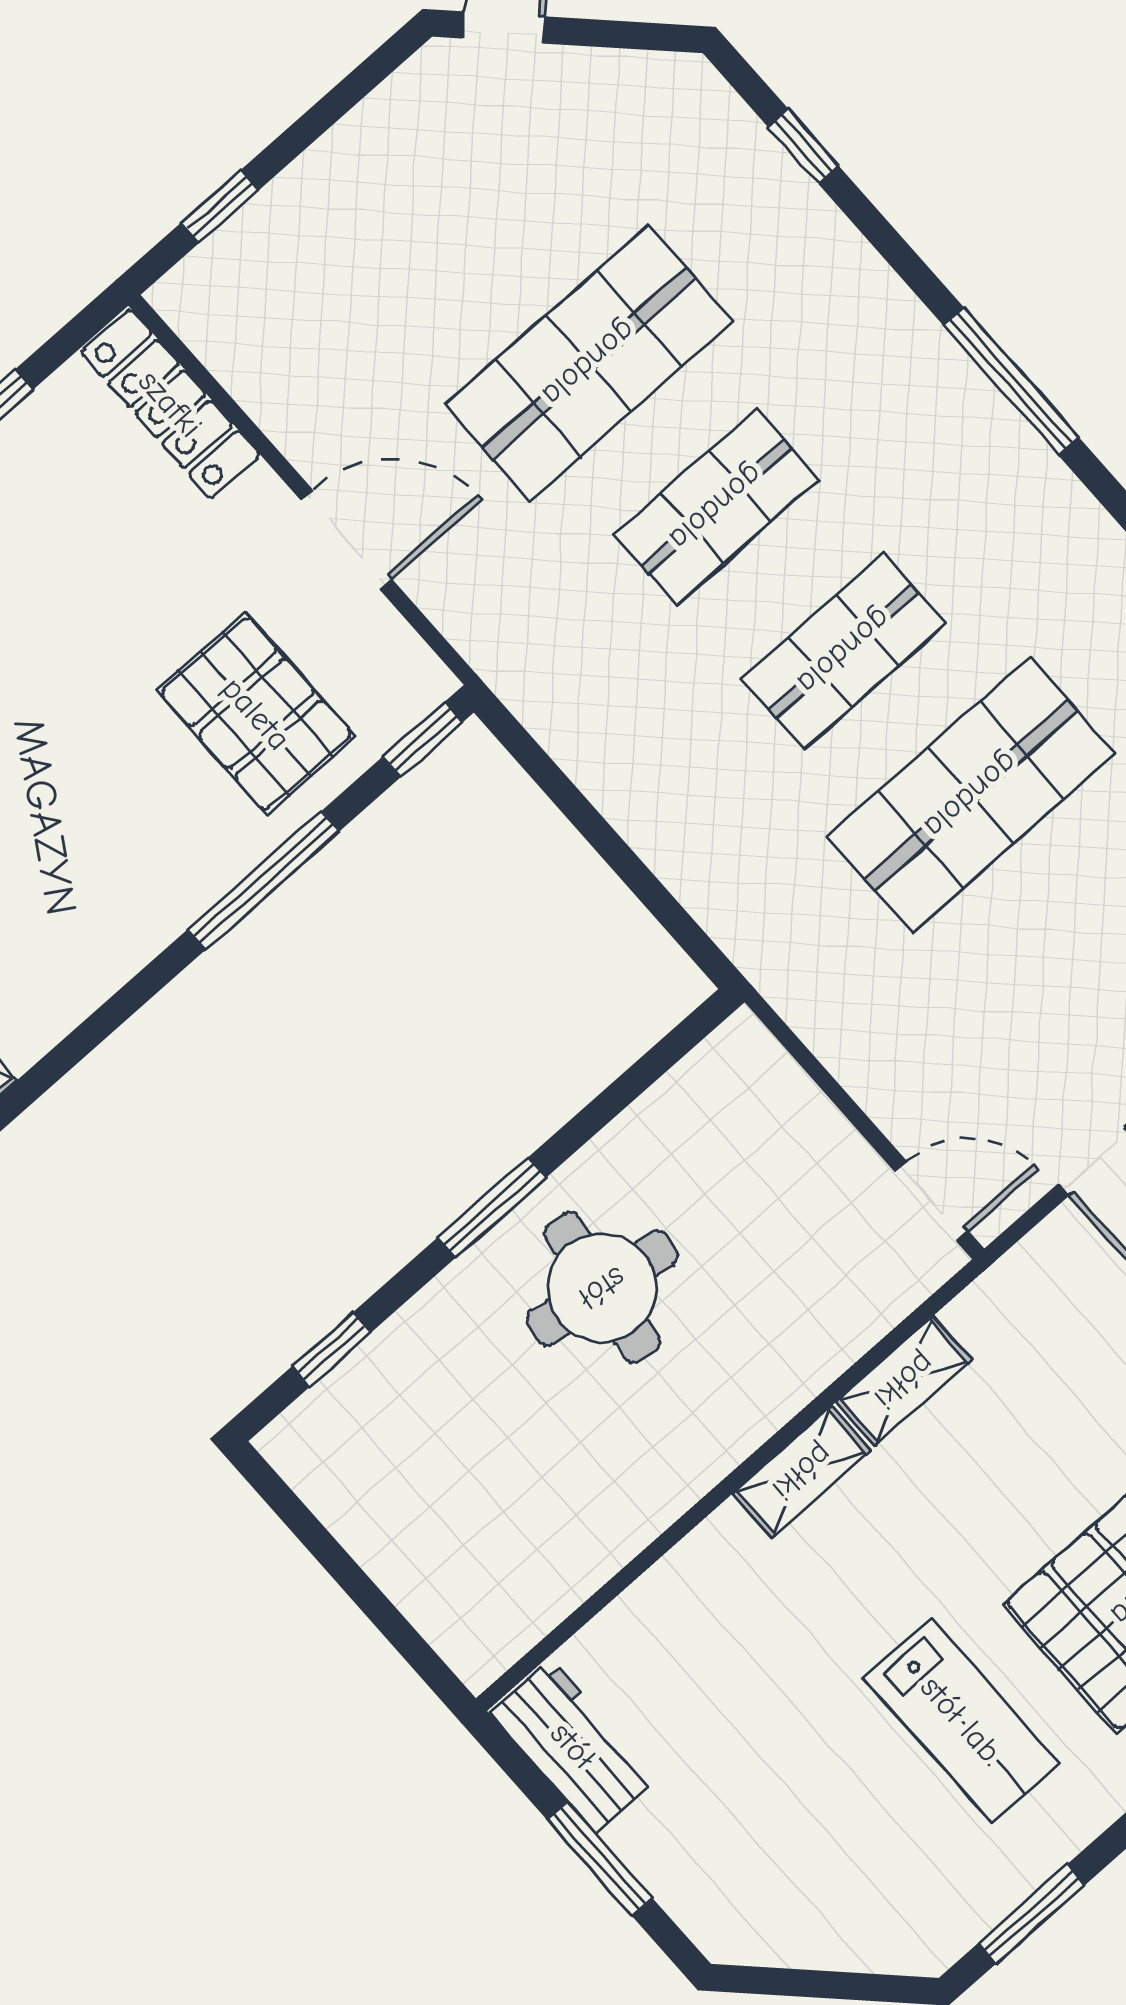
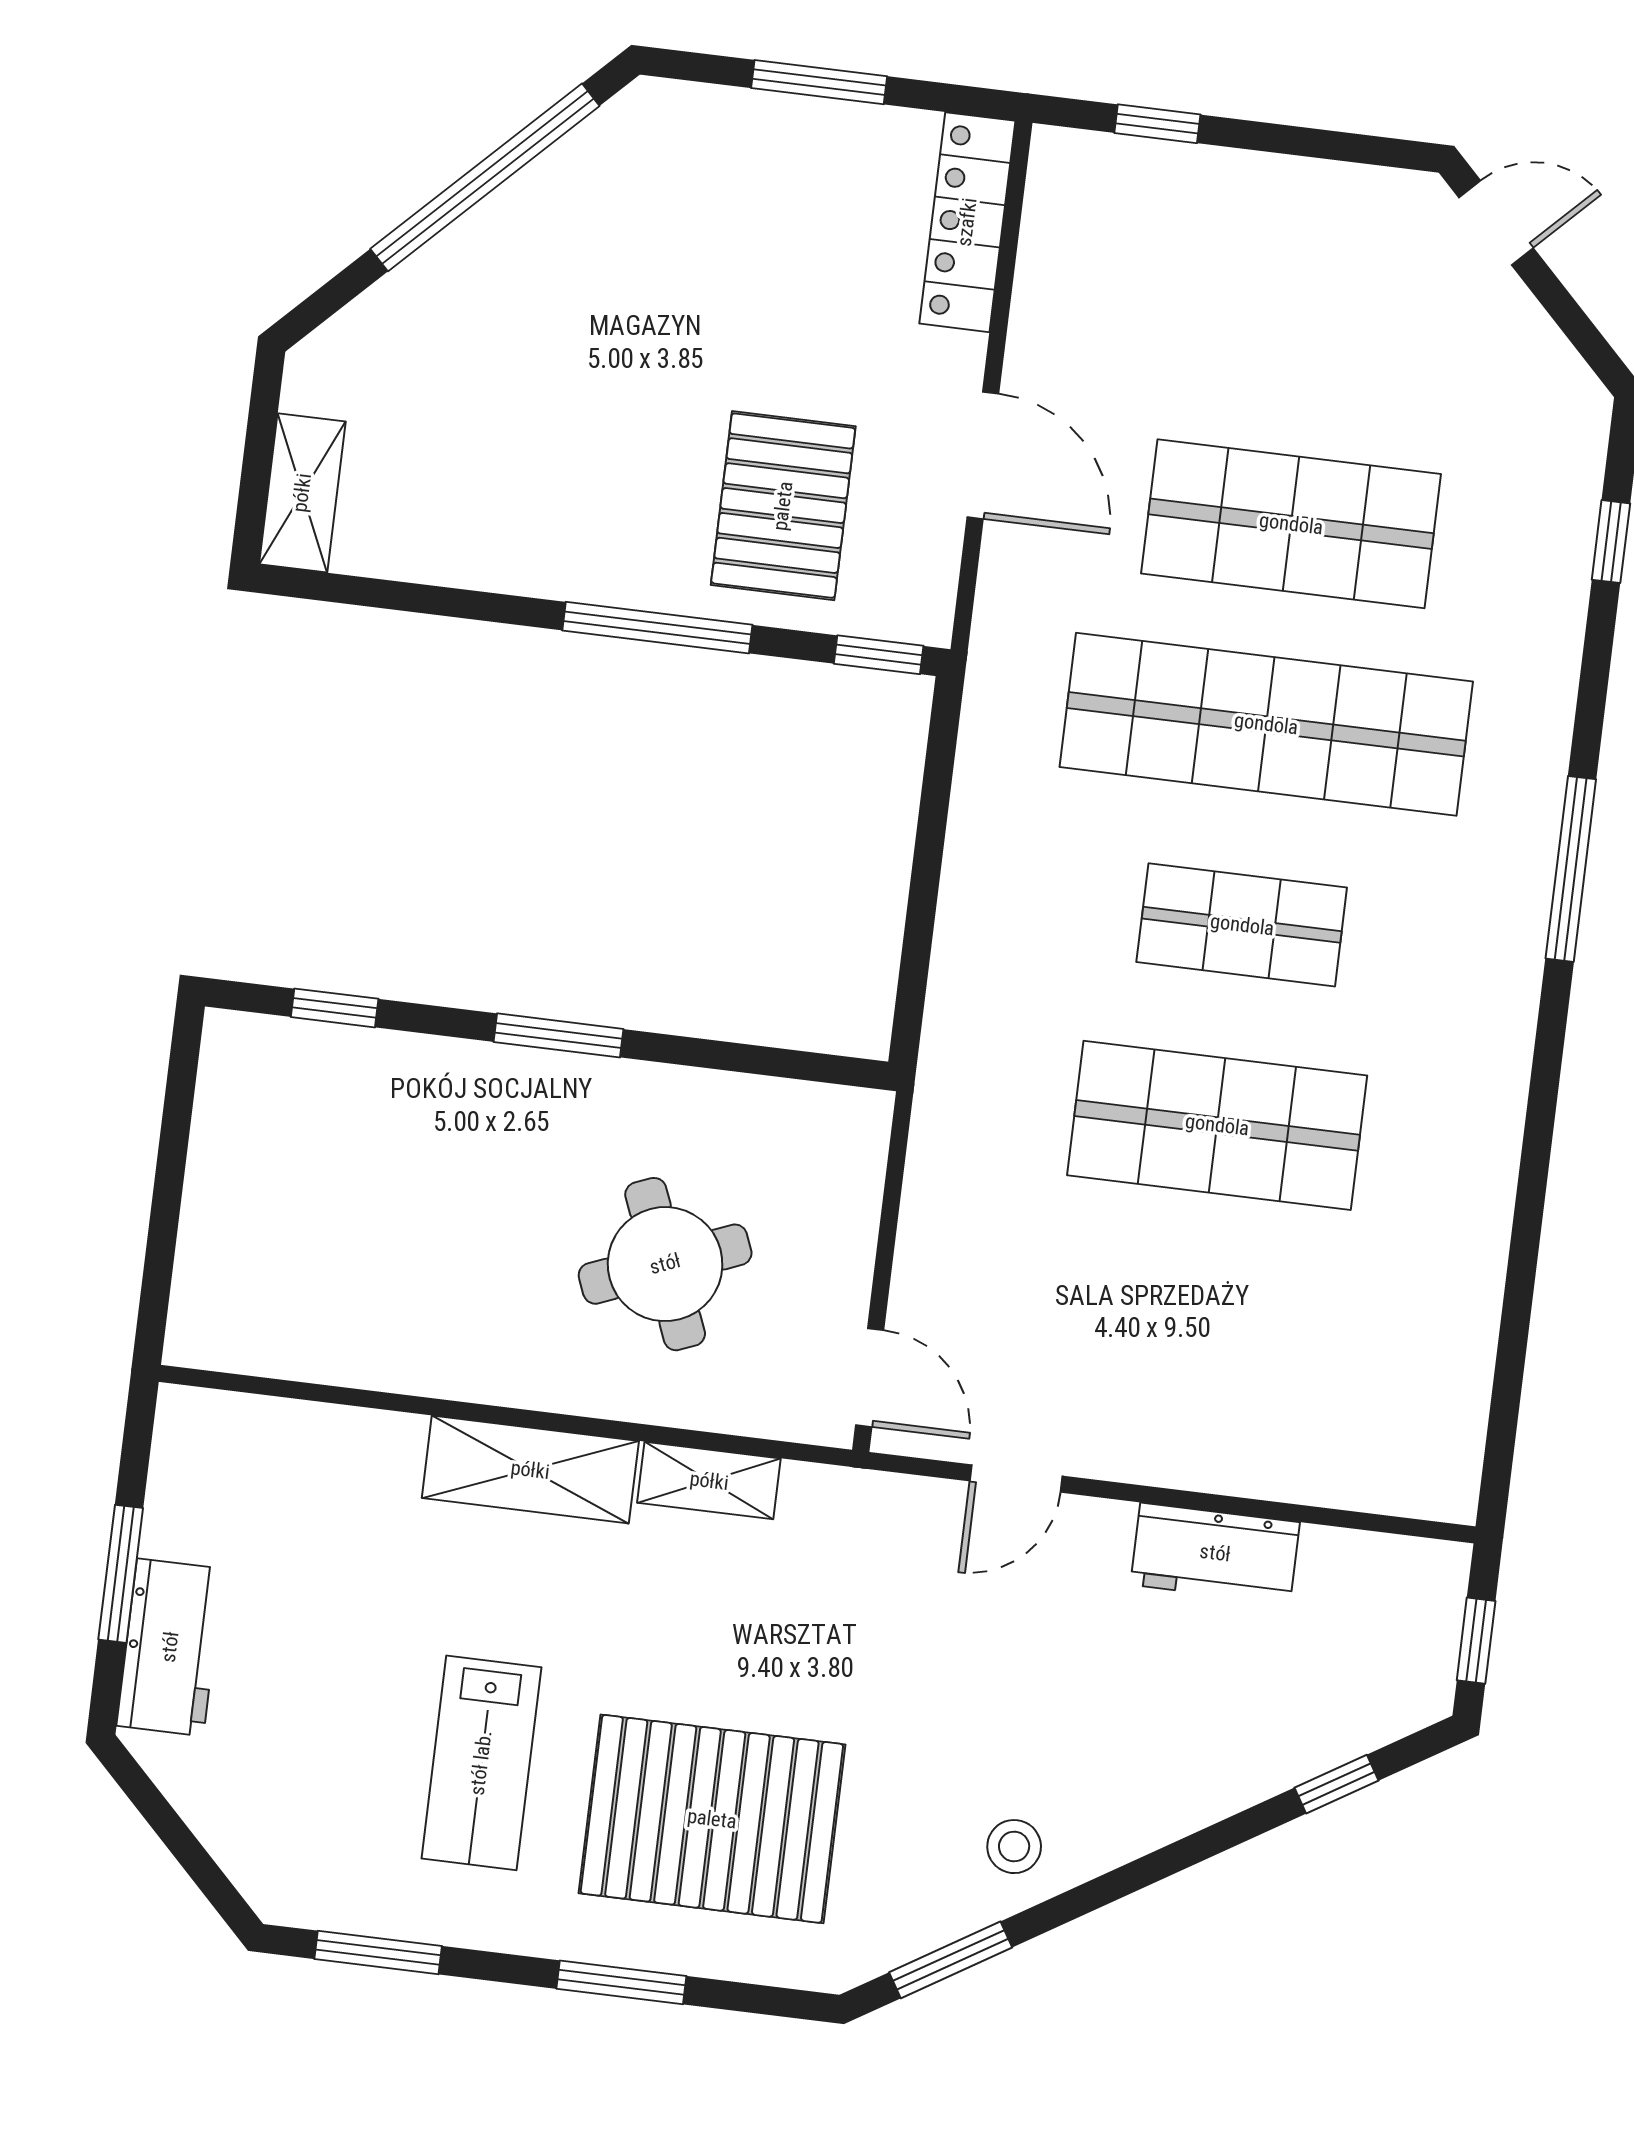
shop shelf: (716, 507) -> (1266, 724), width x2.00, depth x1.36
round table: (602, 1288) -> (665, 1264), moved, turned -30
shelving: (802, 1472) -> (530, 1470), width x1.50, depth x1.33
workbench: (573, 1746) -> (170, 1647), moved

